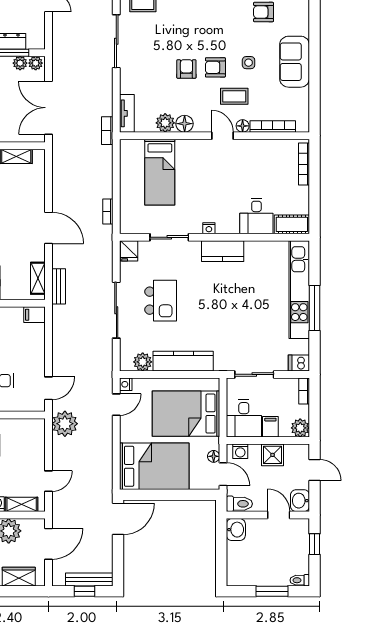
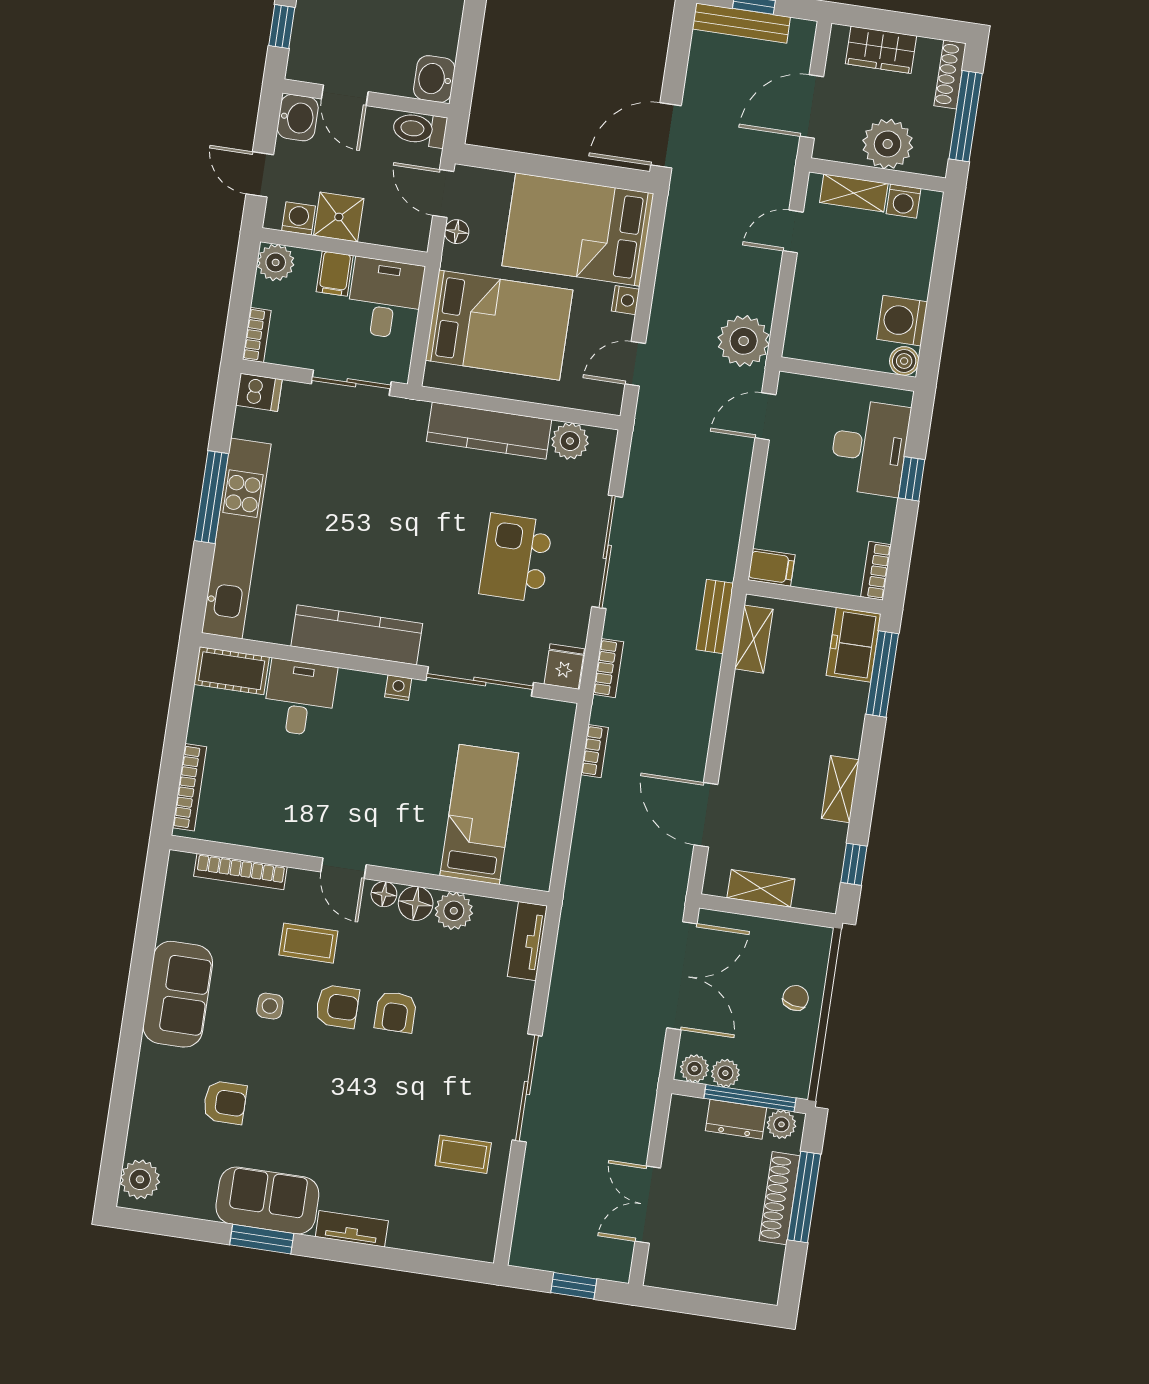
floor lamp: (243, 126) -> (384, 894), moved
bookcase: (107, 131) -> (608, 668), moved
door: (49, 228) -> (706, 815), moved
sliding door: (169, 237) -> (480, 682), width x1.37
kitchen counter: (223, 251) -> (357, 635), width x1.50
nightstand: (126, 384) -> (625, 300), moved
washing machine: (240, 451) -> (299, 218), moved

